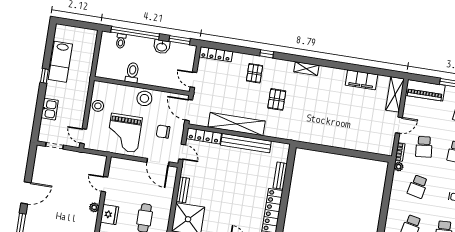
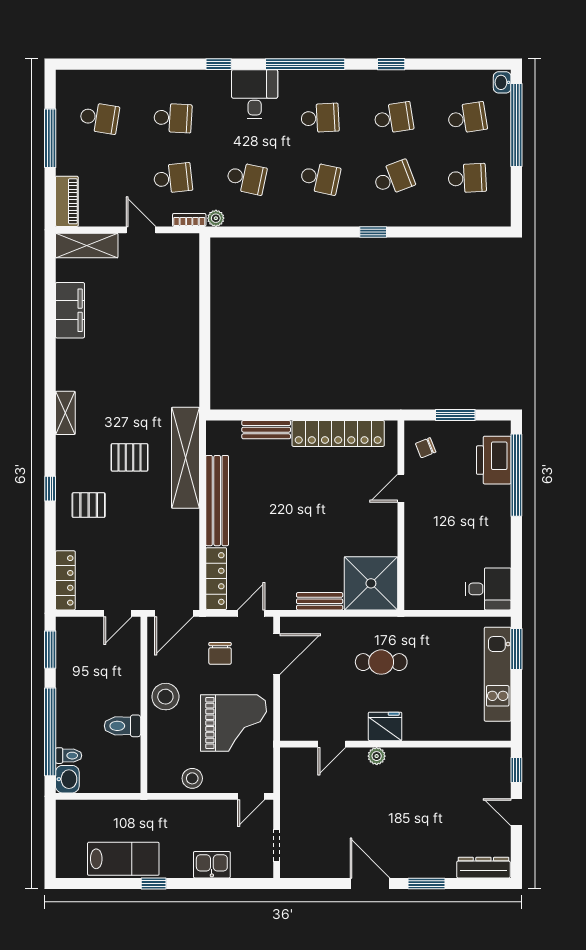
washbasin: (162, 47) -> (67, 779), moved
piano: (425, 90) -> (67, 201), width x0.73, depth x0.75
shelving: (237, 124) -> (186, 458), moved

